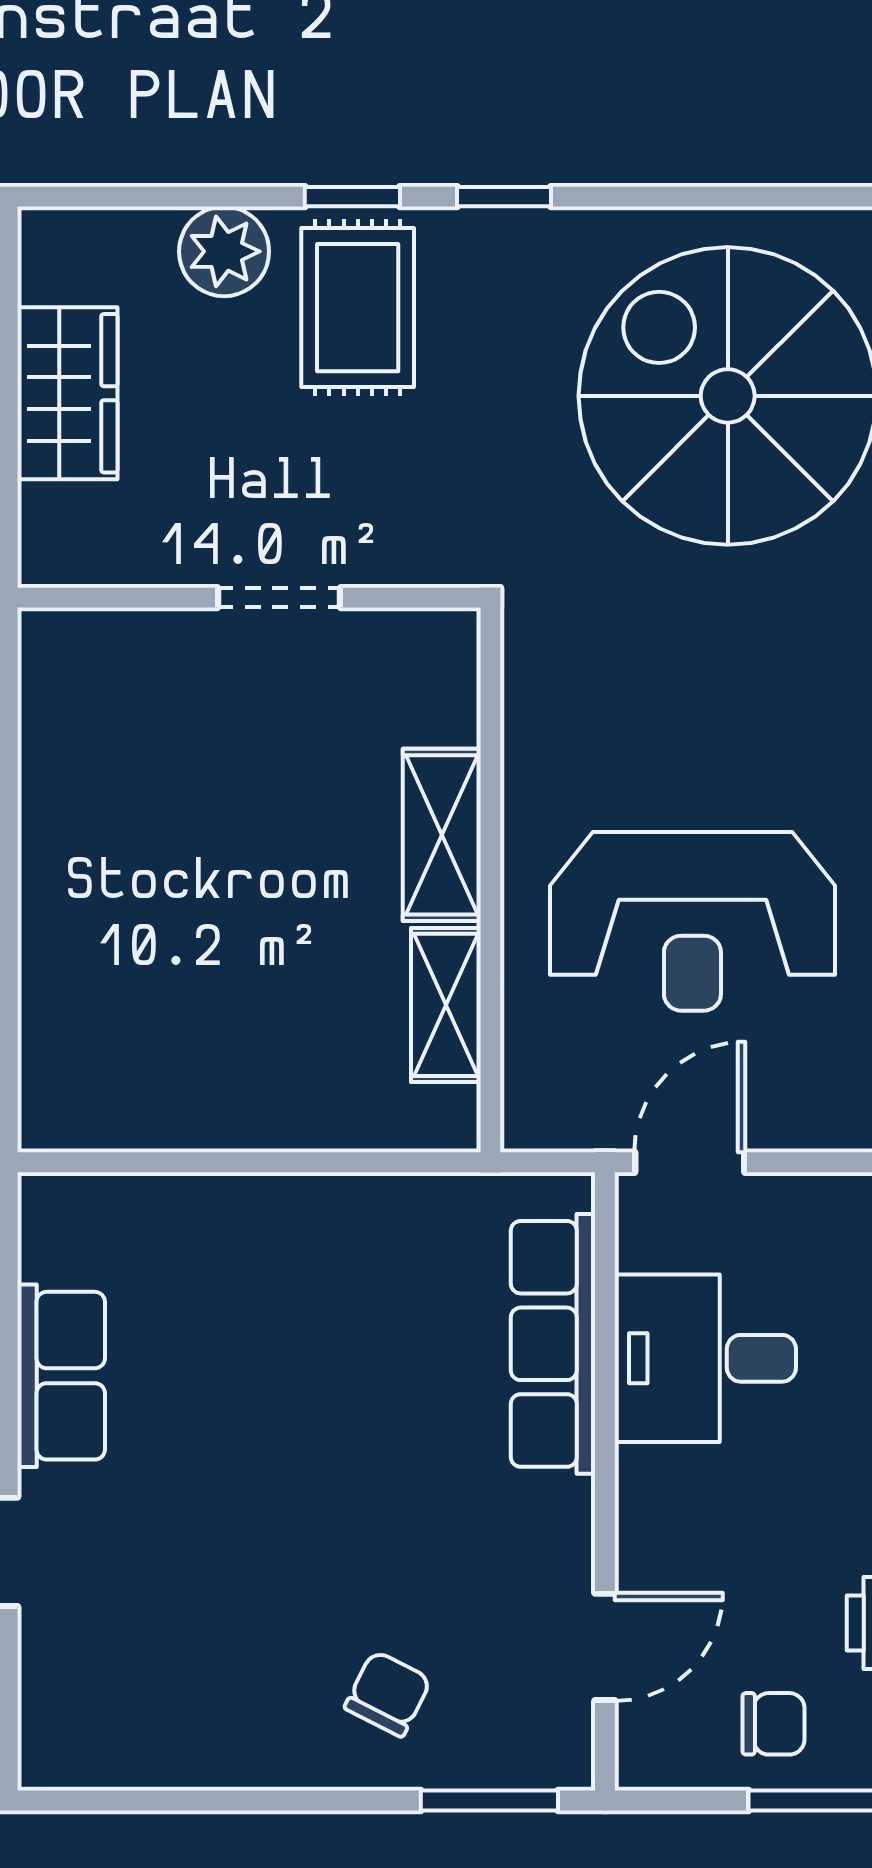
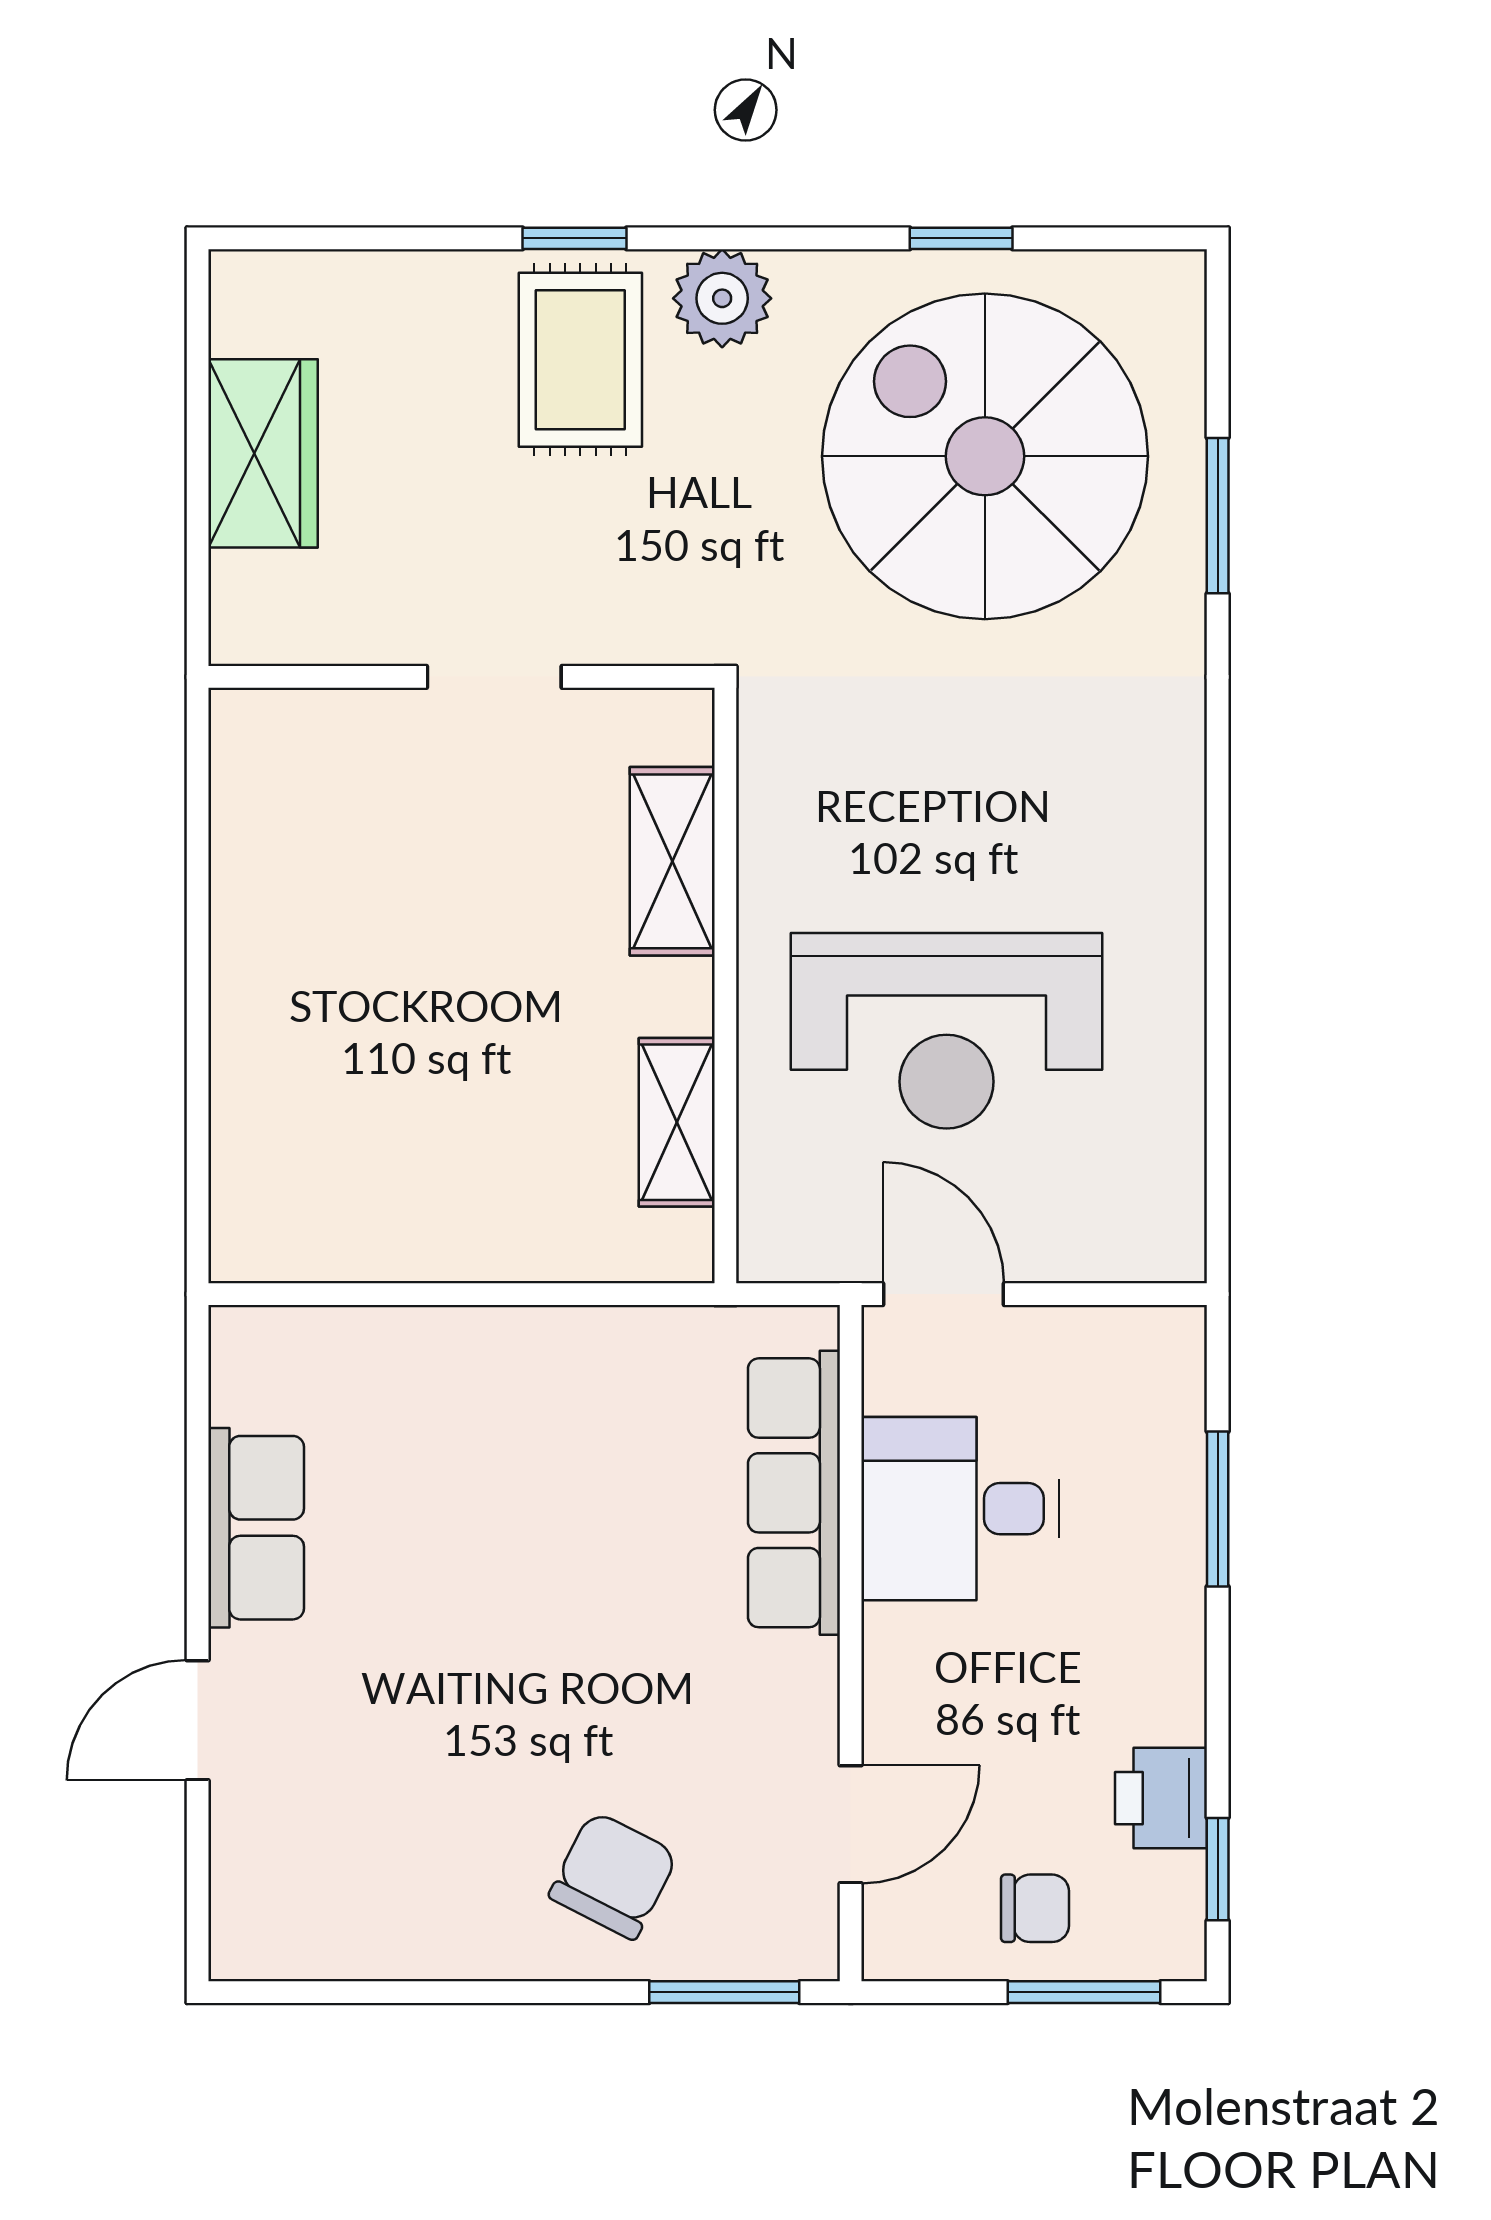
window: (504, 197) -> (961, 238), moved
plant: (224, 251) -> (722, 298), moved
shelving: (442, 835) -> (672, 861), moved
door: (690, 1162) -> (944, 1294), hinge flipped
chair: (388, 1694) -> (613, 1875), width x1.37, depth x1.37

